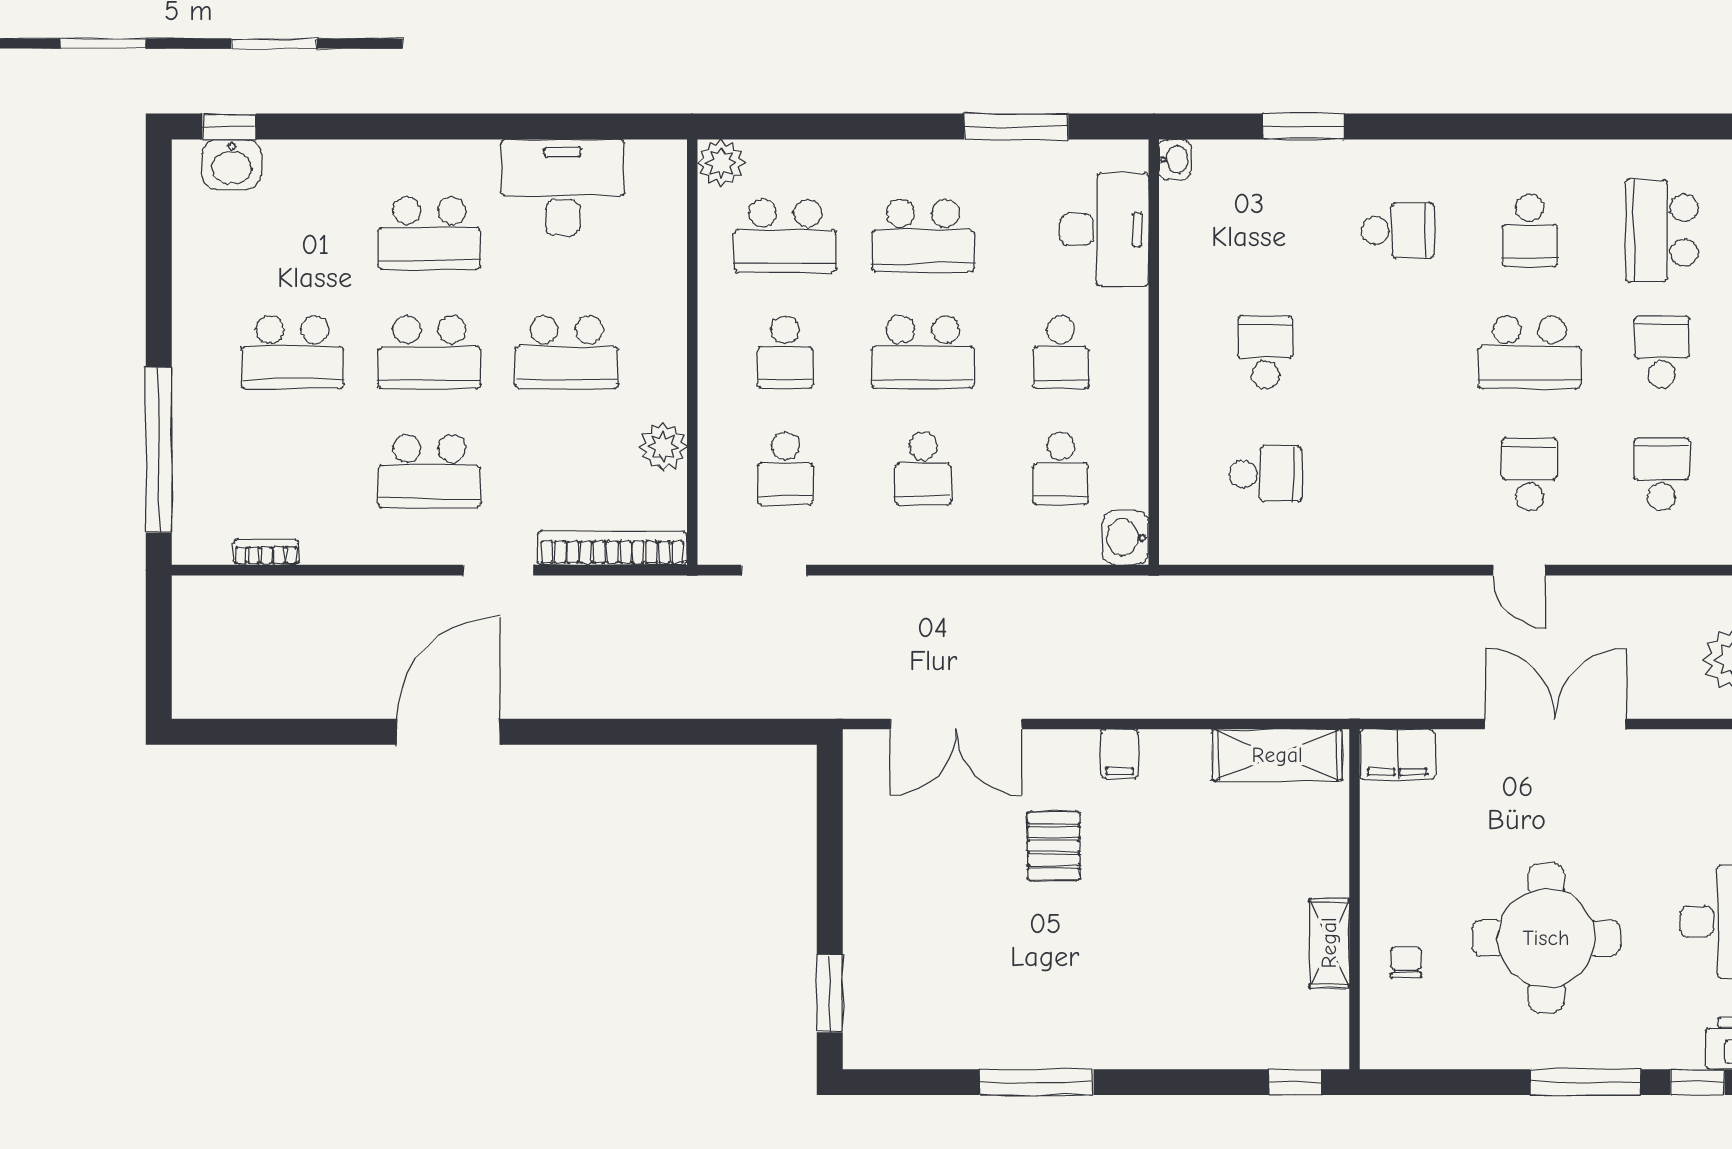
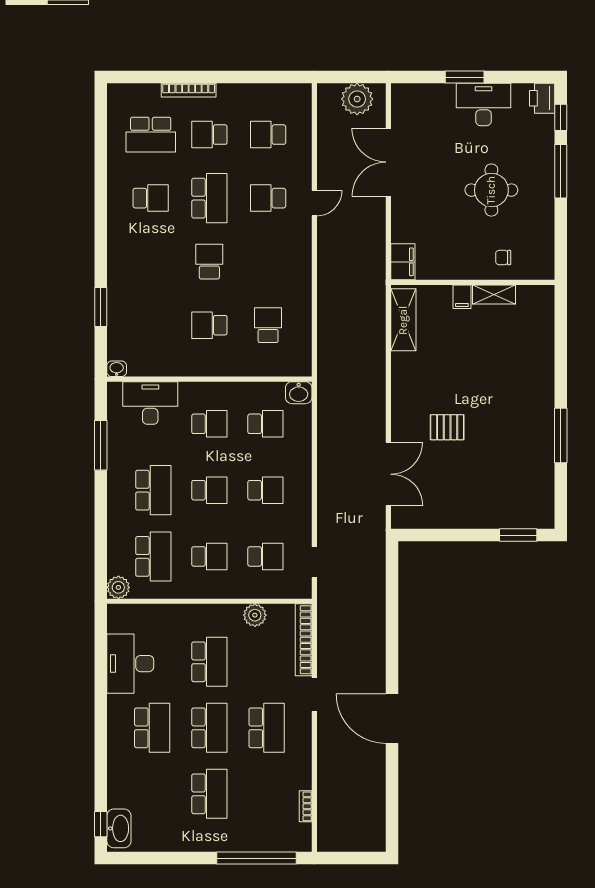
washbasin: (232, 164) -> (119, 828), width x1.38
school desk: (1398, 230) -> (209, 262), moved
school desk: (923, 352) -> (209, 490), width x0.54
double door: (1555, 724) -> (388, 162), moved
filing cabinet: (1120, 754) -> (462, 297), moved, turned 90
round table: (1546, 938) -> (491, 190), width x0.73, depth x0.73
window: (1295, 1082) -> (561, 311), removed

